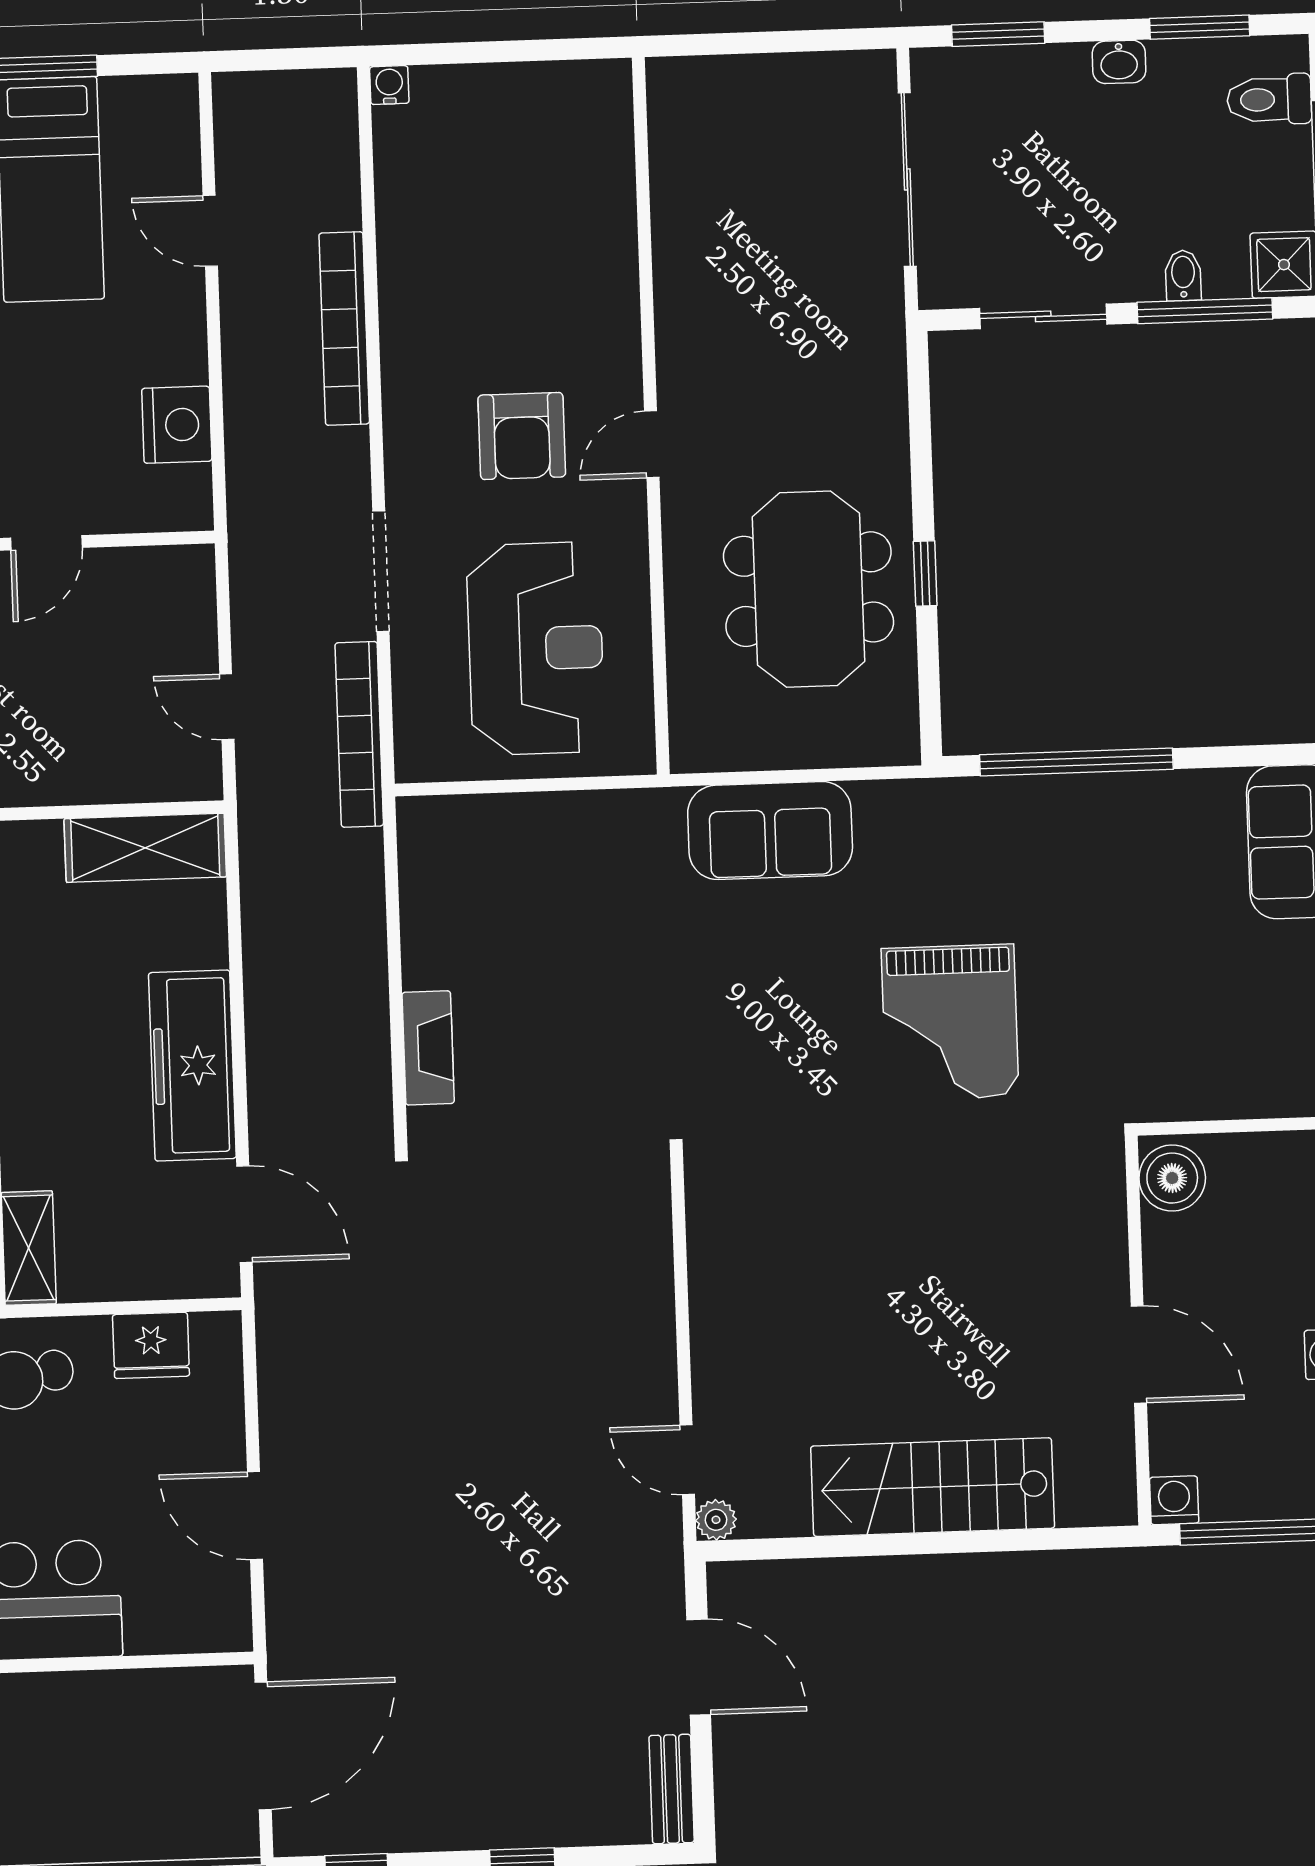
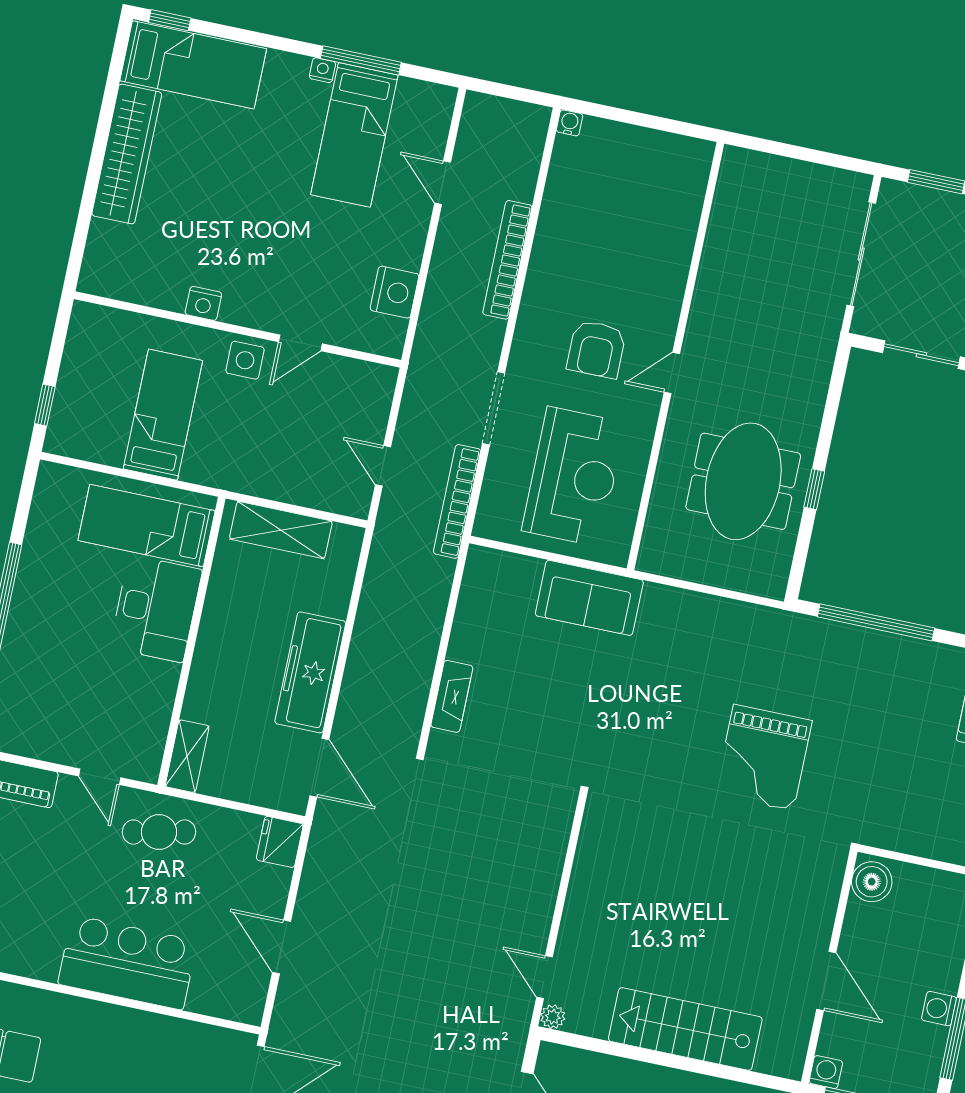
sofa: (770, 831) -> (589, 598), moved
shelving: (145, 848) -> (281, 530), moved
fridge: (151, 1345) -> (280, 842), moved, turned 90

